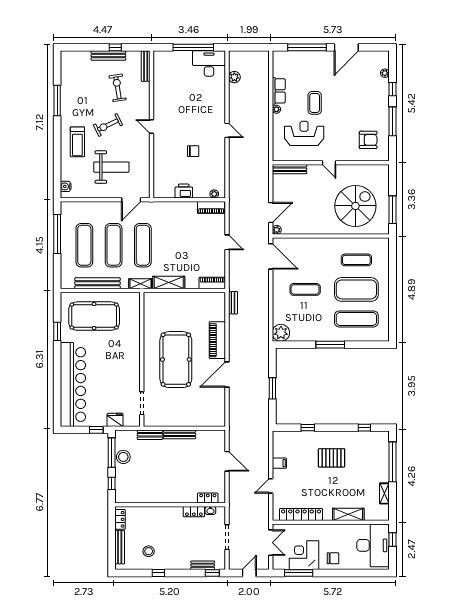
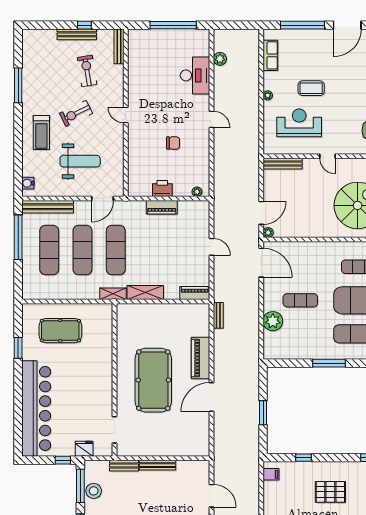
desk: (209, 64) -> (195, 75), moved, turned 90
row of seats: (279, 91) -> (270, 55), moved
coffee table: (315, 103) -> (311, 88), turned 90
piano: (211, 208) -> (162, 207), moved
bench: (97, 283) -> (48, 207), moved
pool table: (94, 316) -> (60, 331), width x0.73, depth x0.76
plant: (281, 333) -> (273, 321), moved
filing cabinet: (279, 463) -> (271, 474), moved

